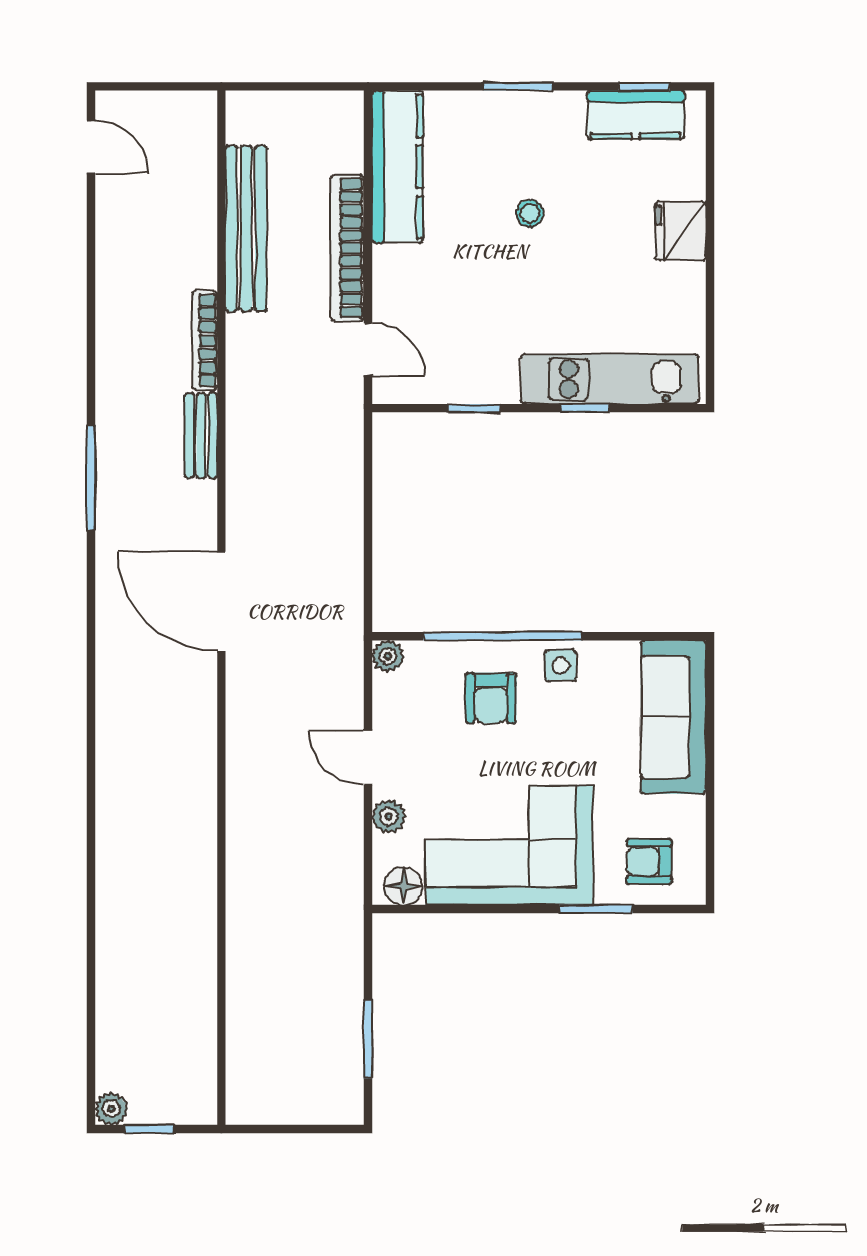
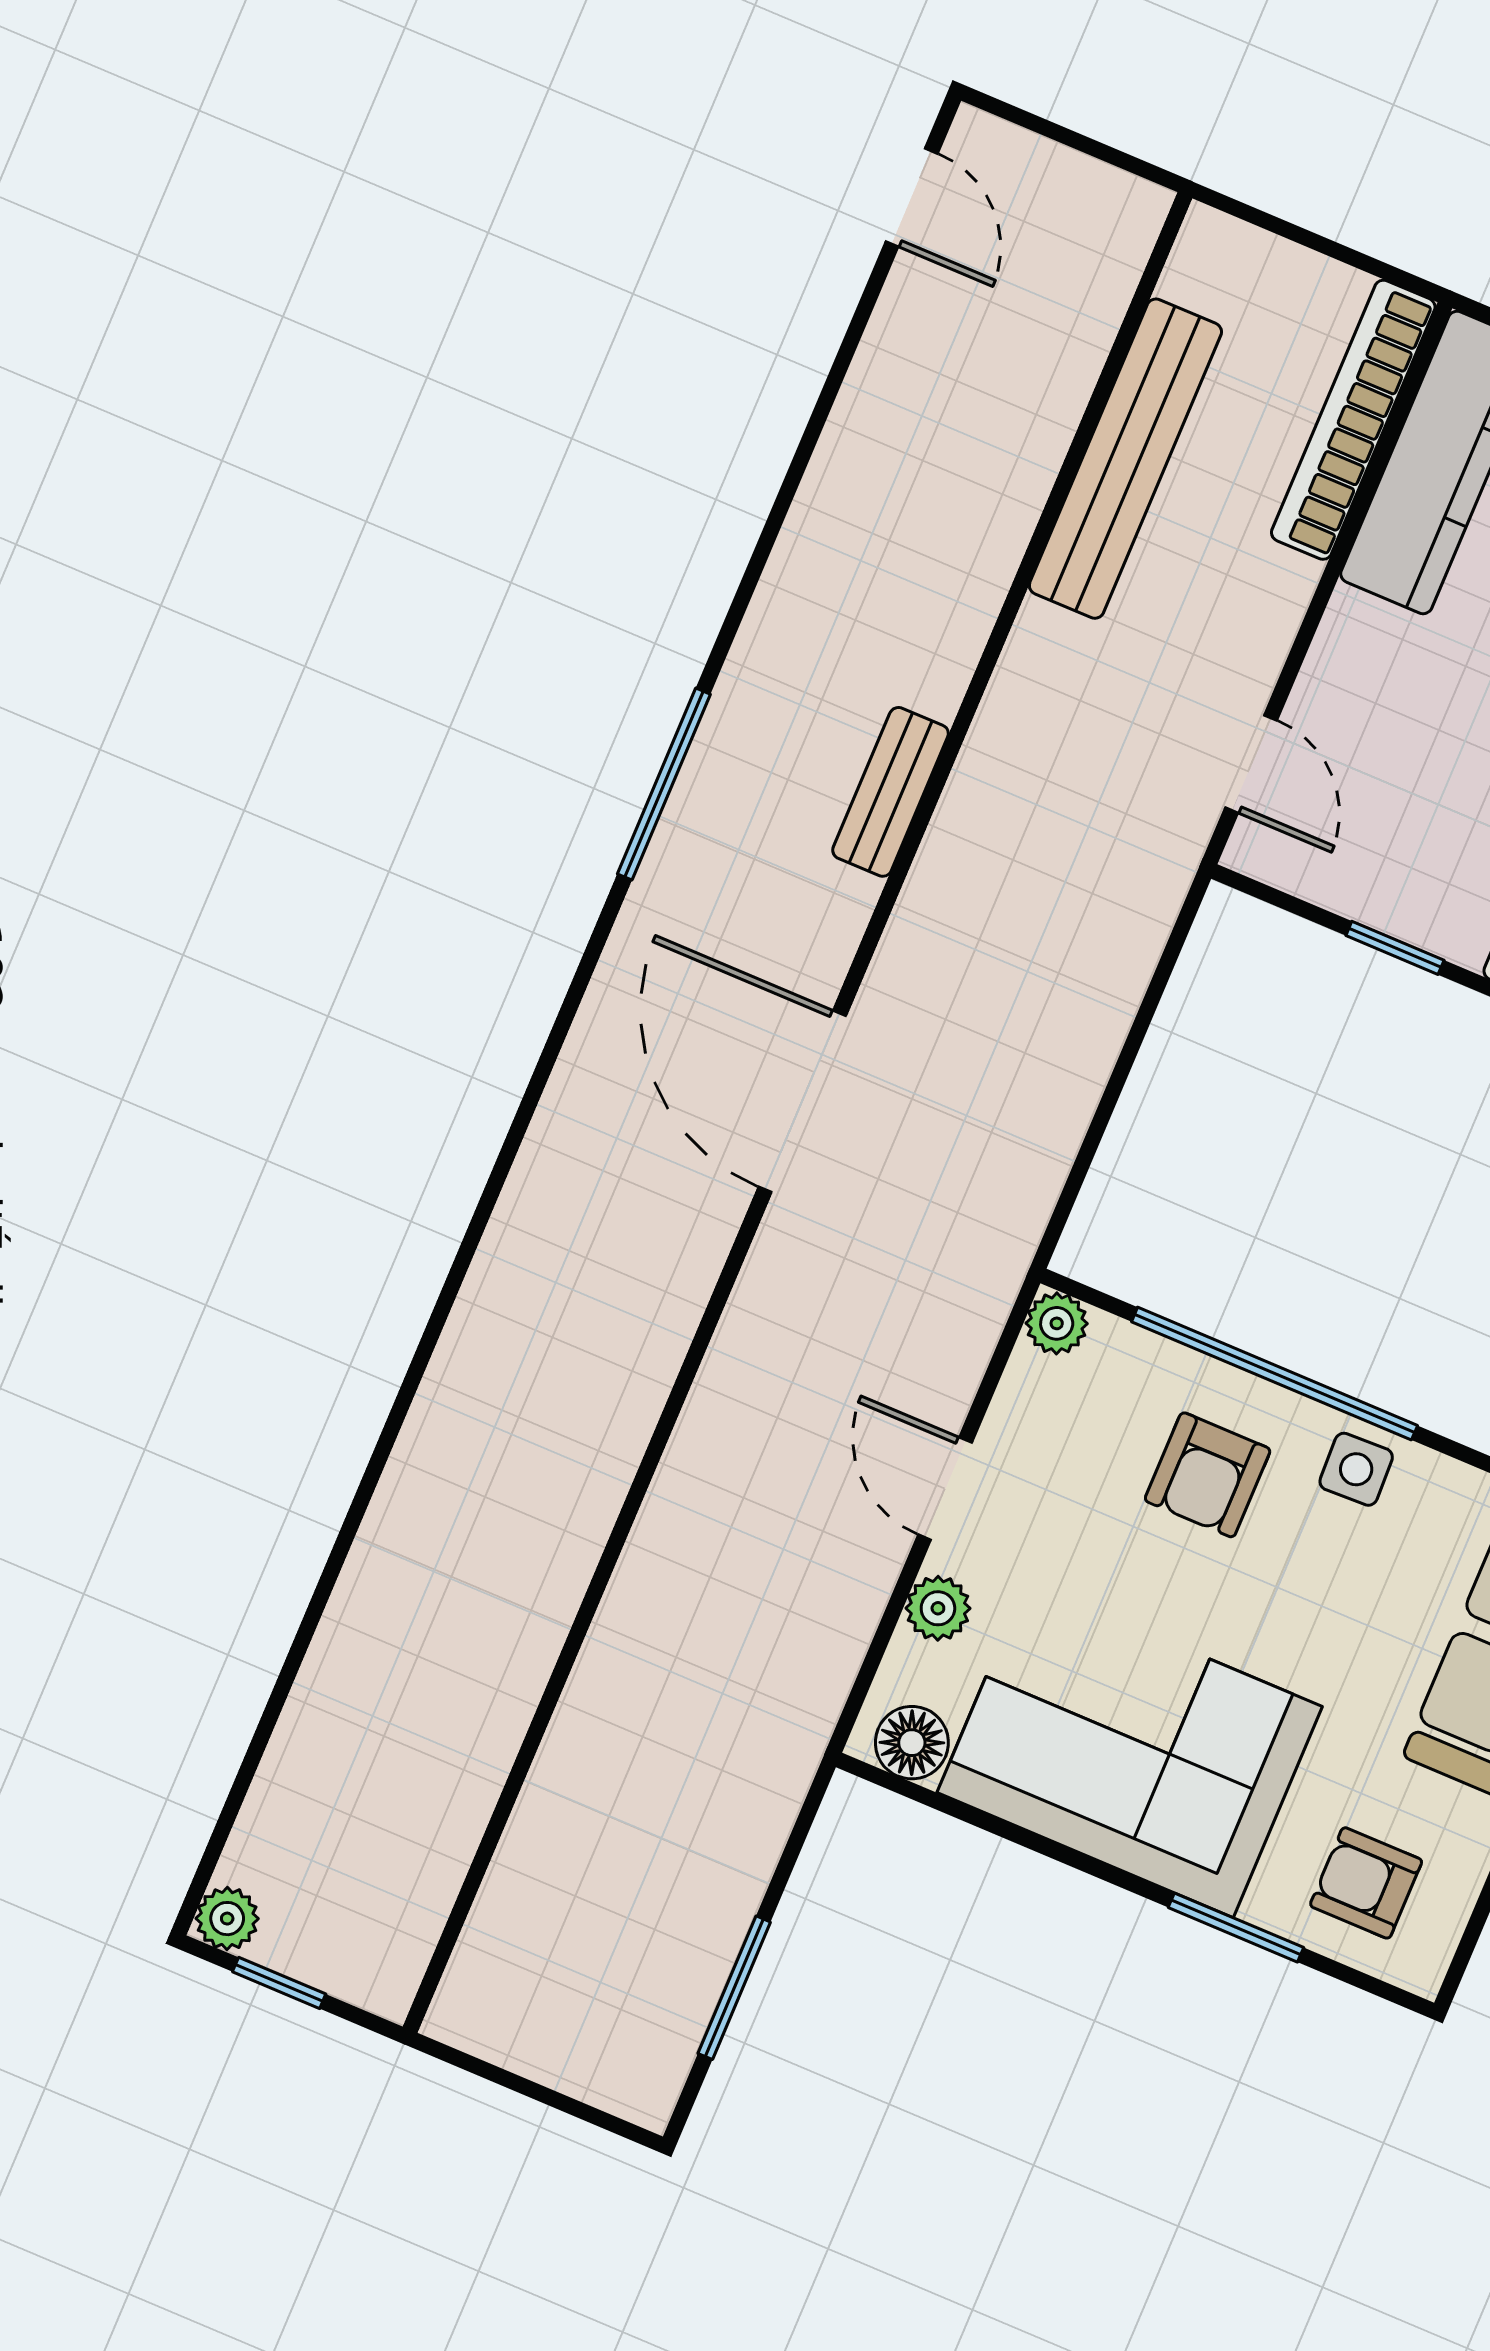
bookcase: (347, 248) -> (1353, 420), moved
bookcase: (205, 340) -> (968, 626), removed

